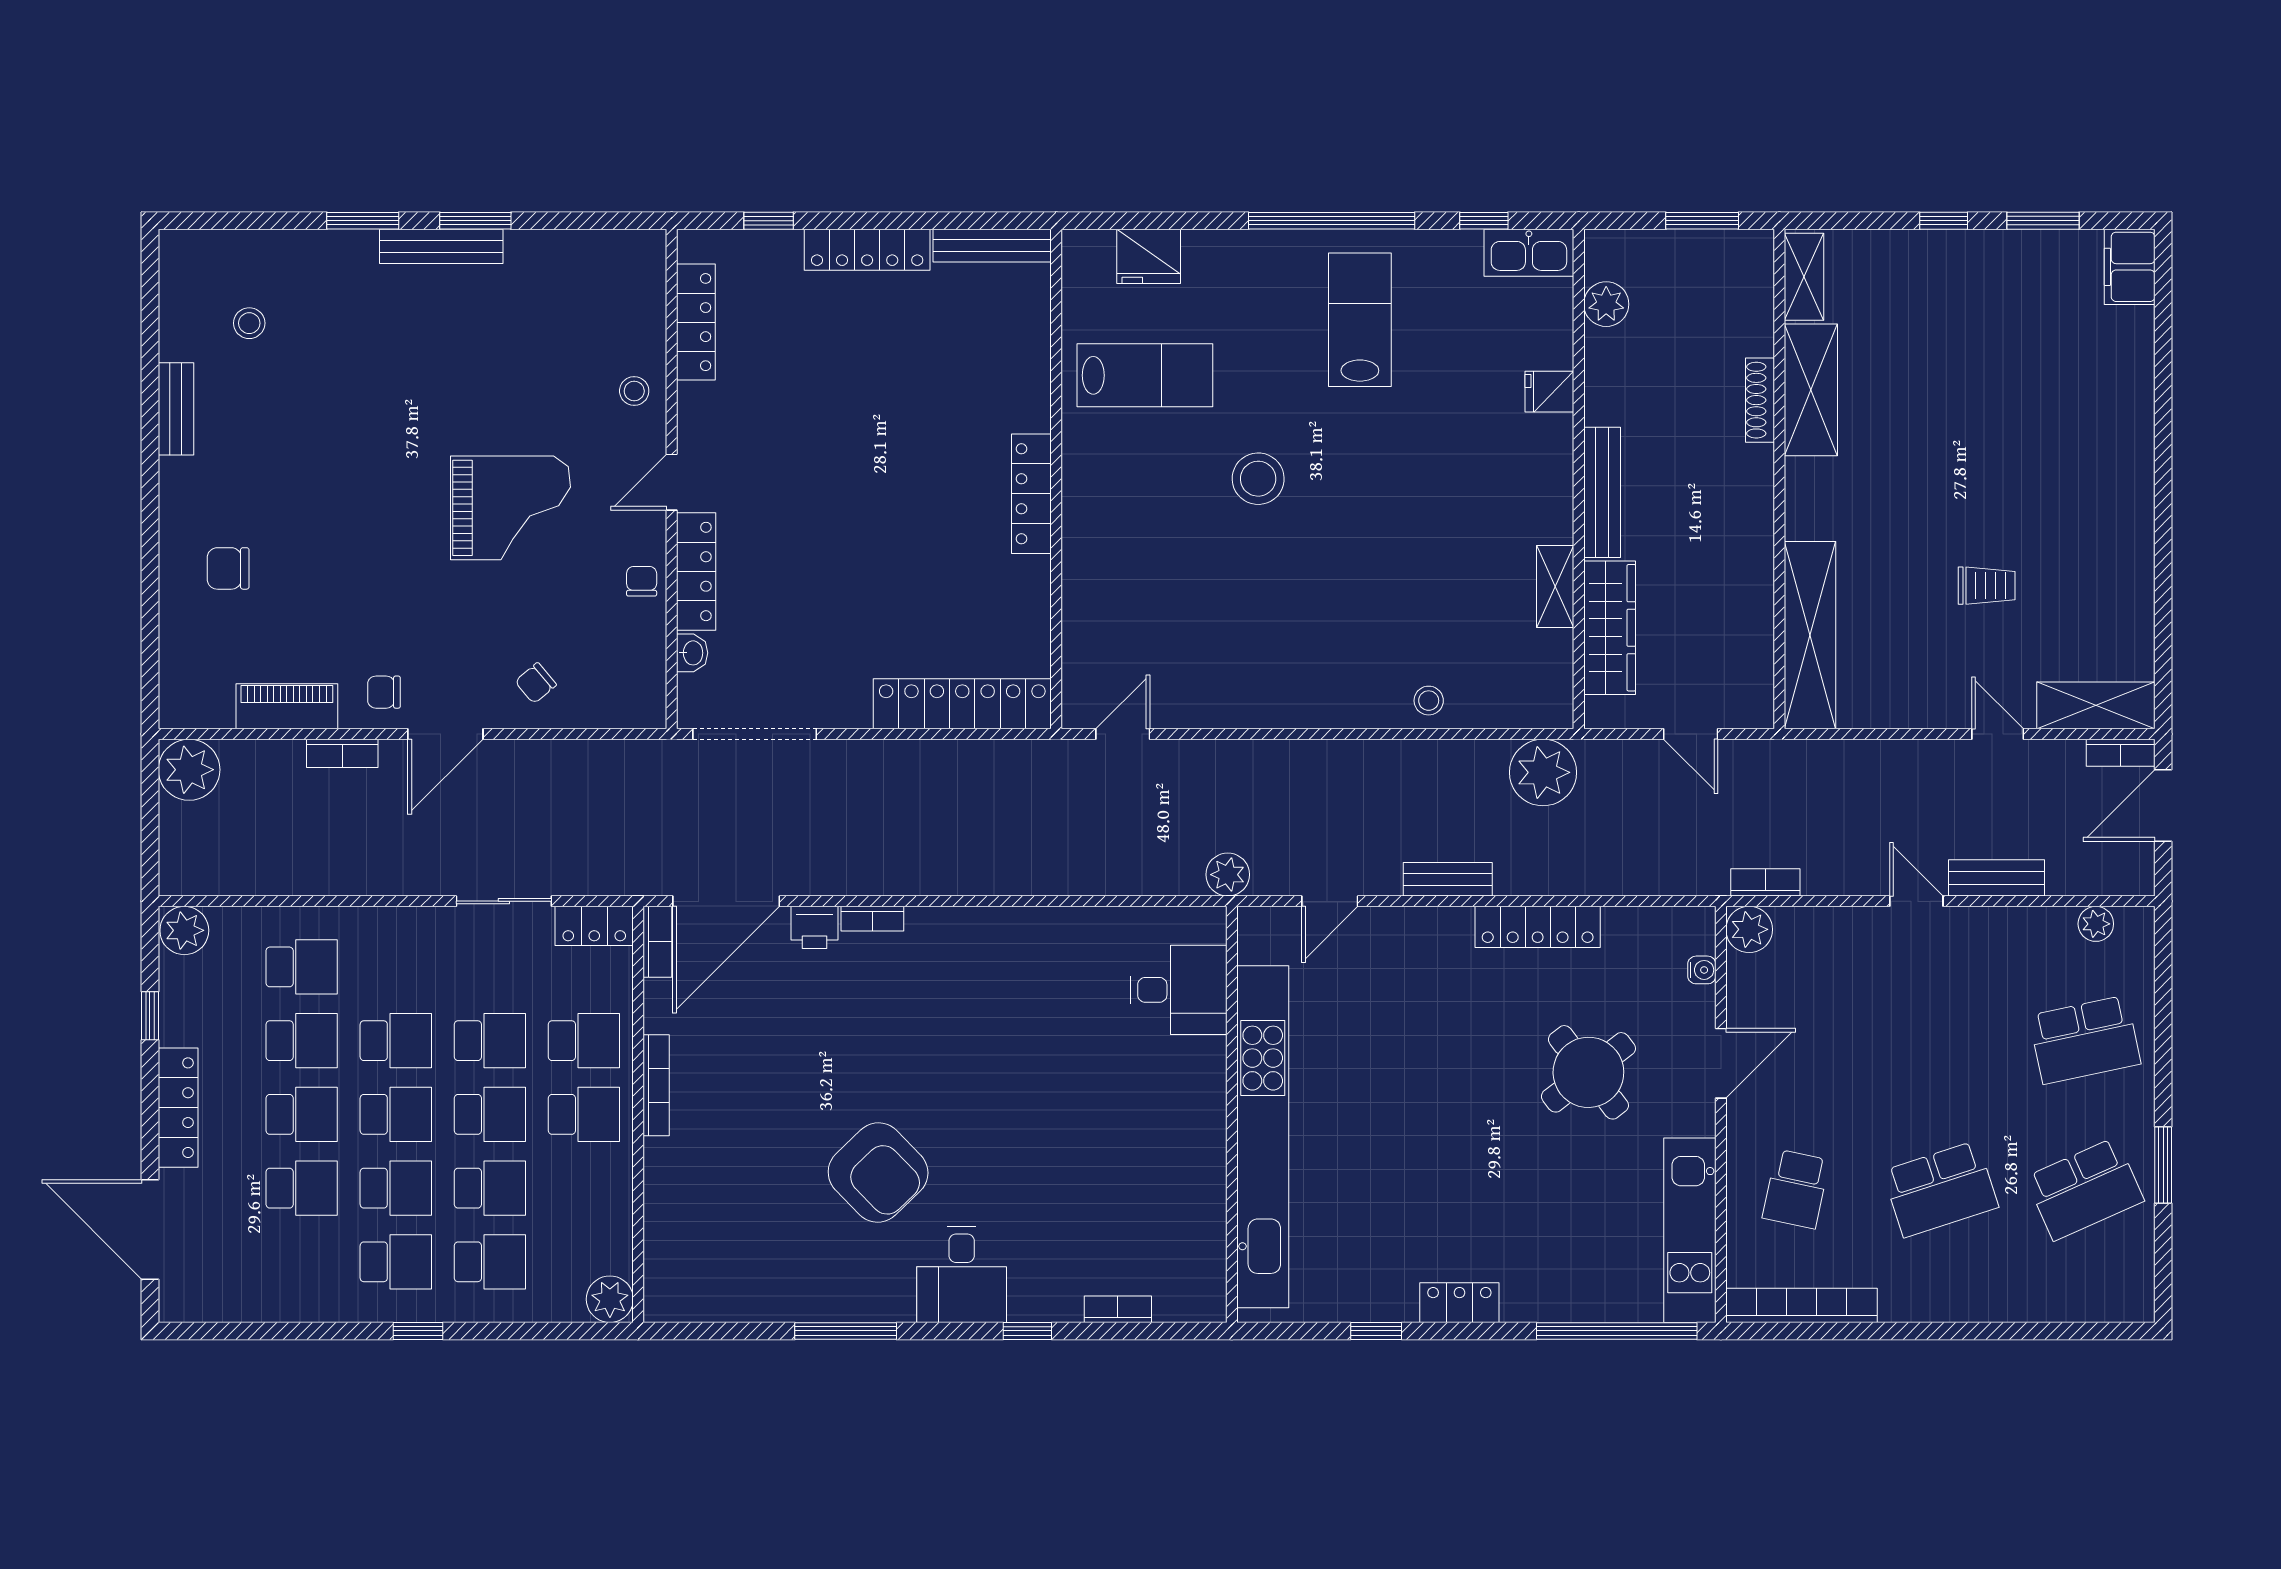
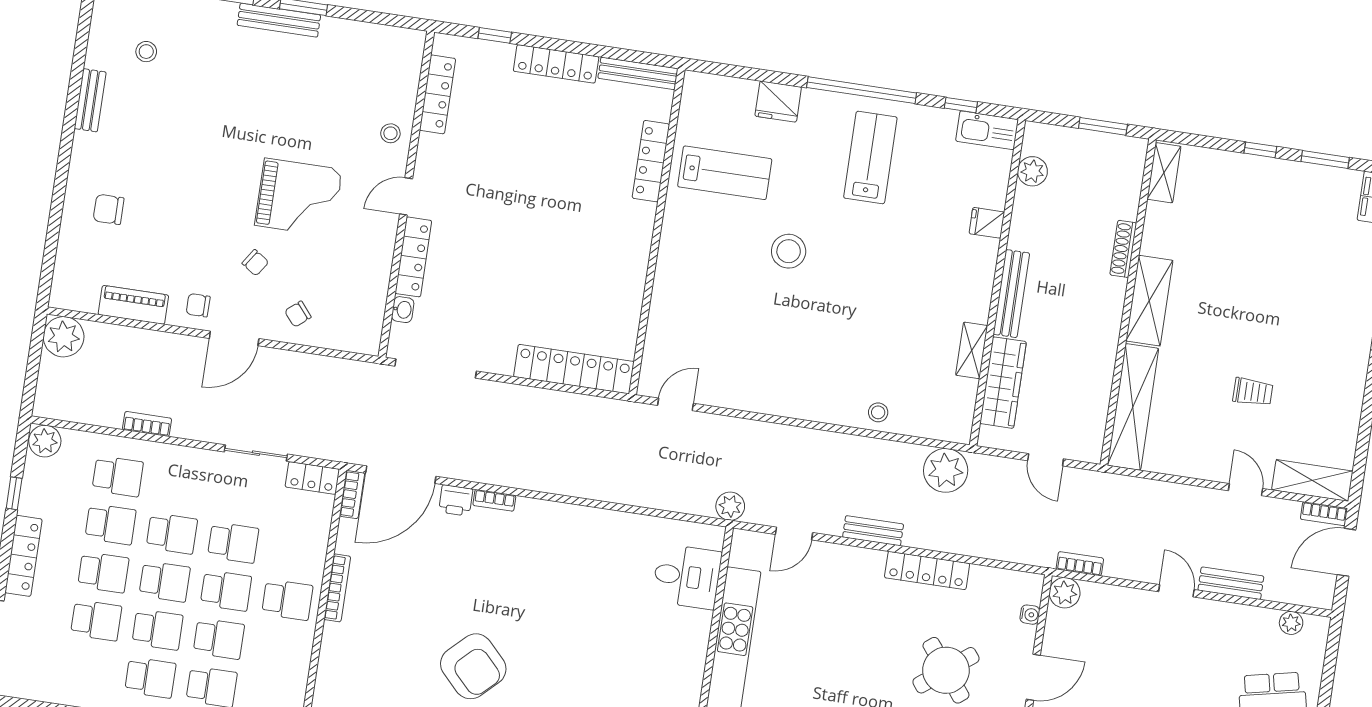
fridge: (1149, 256) -> (778, 102), moved
shelving: (1811, 390) -> (1149, 301), moved
locker: (1031, 494) -> (651, 161), moved
chair: (642, 581) -> (255, 263), moved, turned 124
bookcase: (342, 753) -> (147, 424), moved, turned 180
school desk: (584, 1041) -> (294, 552), removed

